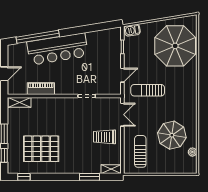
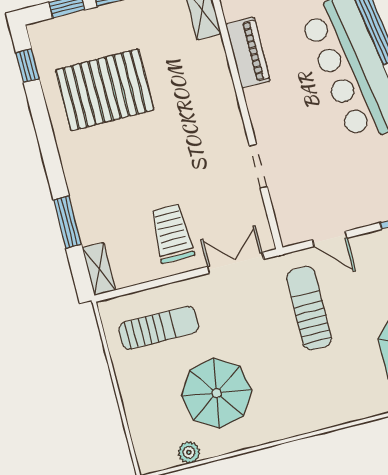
double door: (122, 115) -> (236, 263), swing flipped
pallet: (41, 149) -> (105, 90), turned 90

